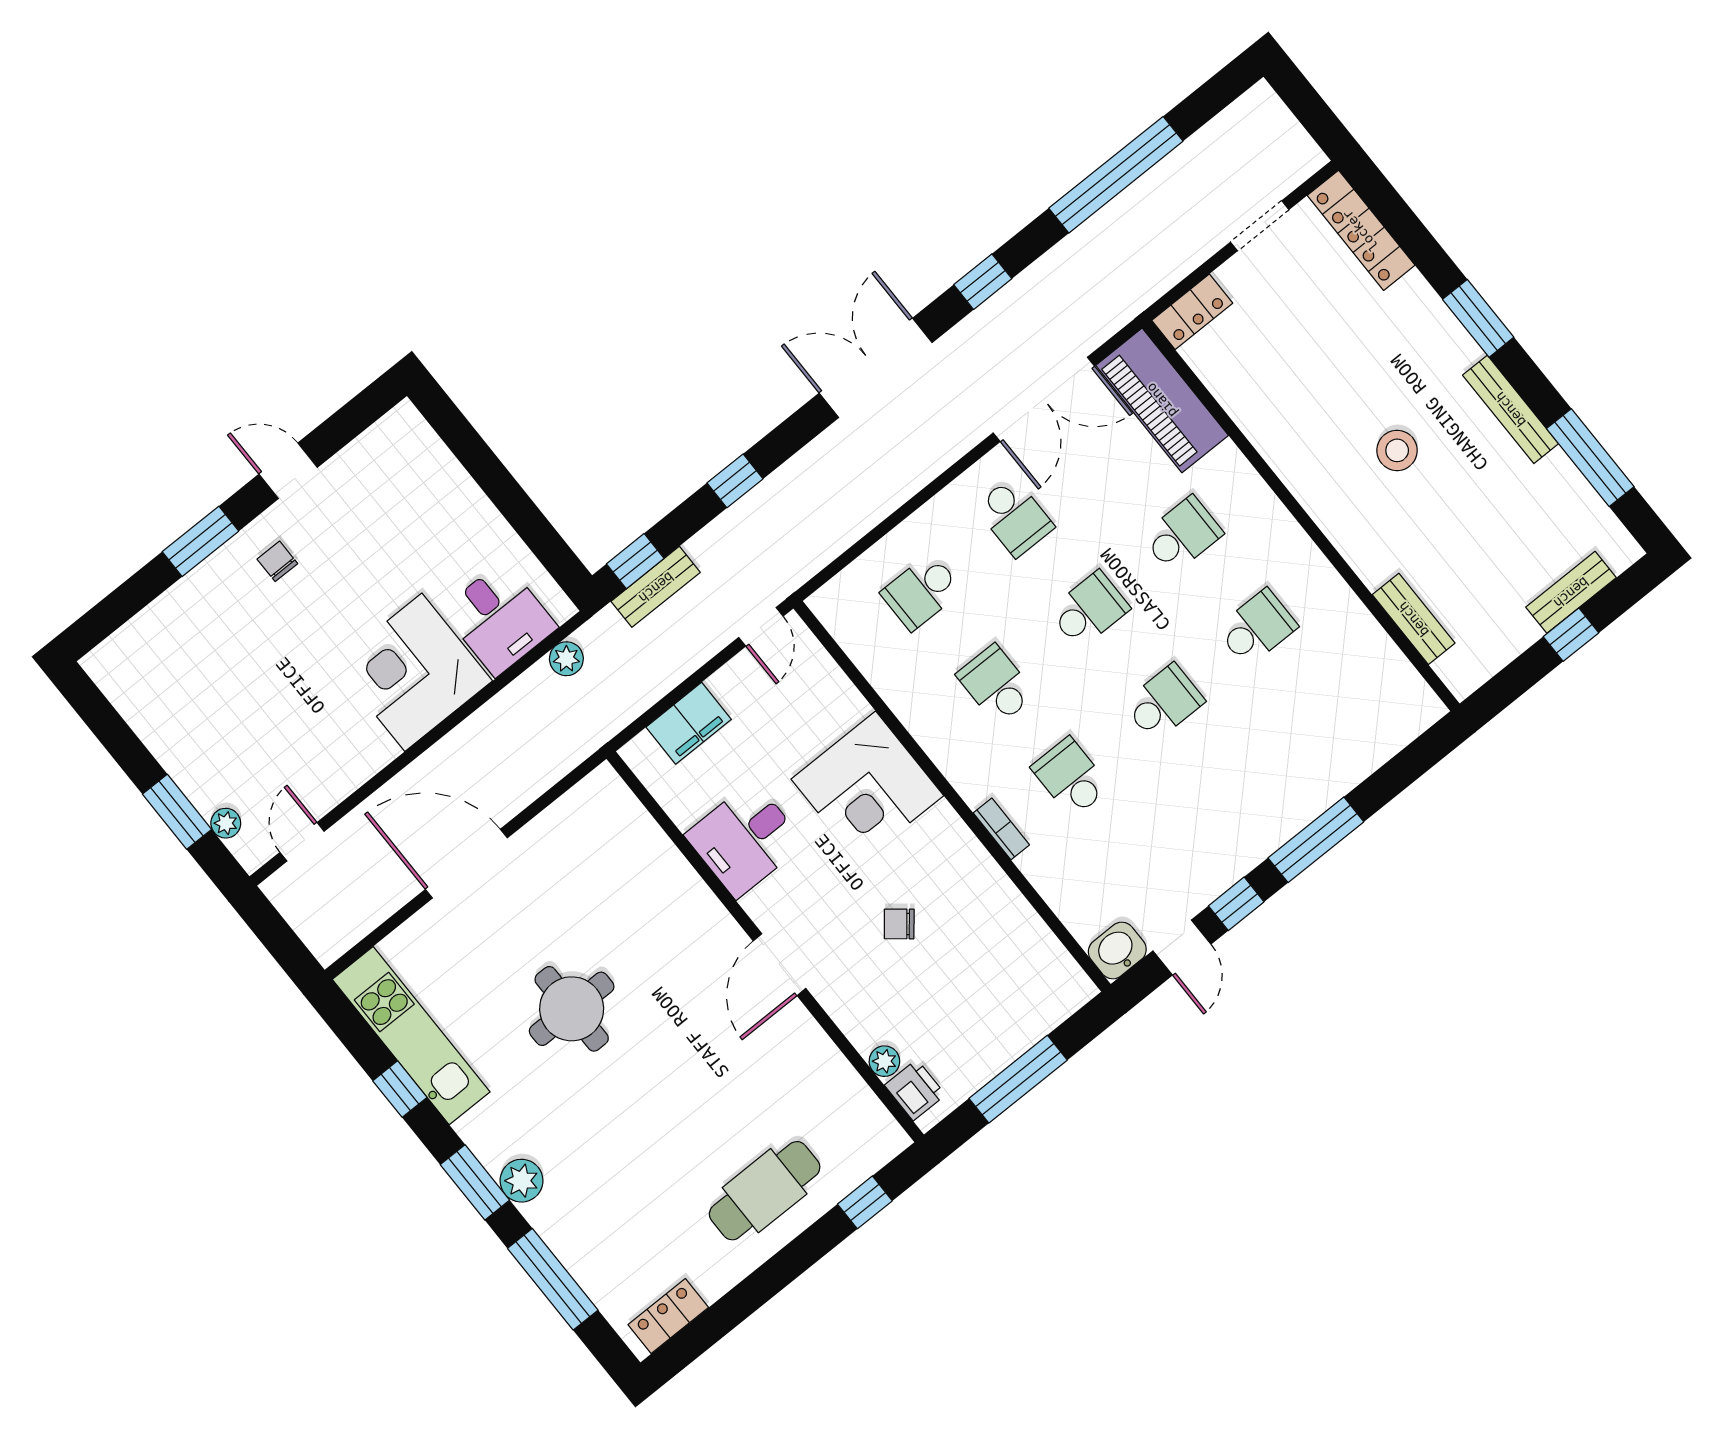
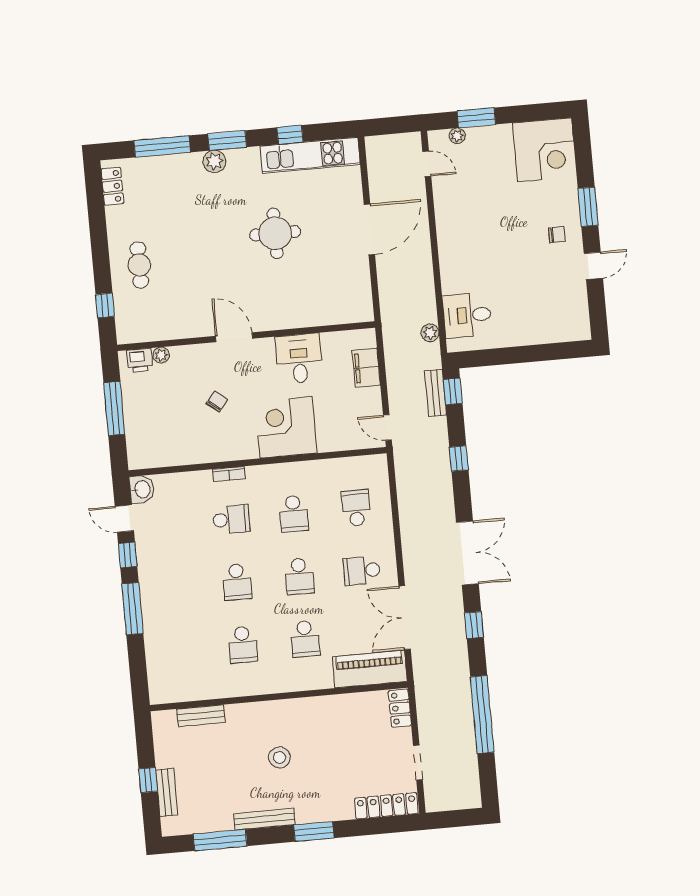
corner desk: (413, 672) -> (545, 150), moved, turned 90
school desk: (996, 685) -> (294, 514), turned 90
cafe table: (765, 1191) -> (139, 265), width x0.73, depth x0.74

